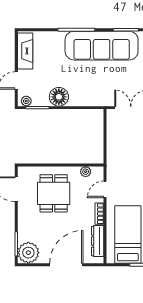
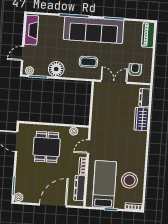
coffee table: (98, 85) -> (88, 62), added
plant: (28, 253) -> (19, 197), width x0.53, depth x0.53

